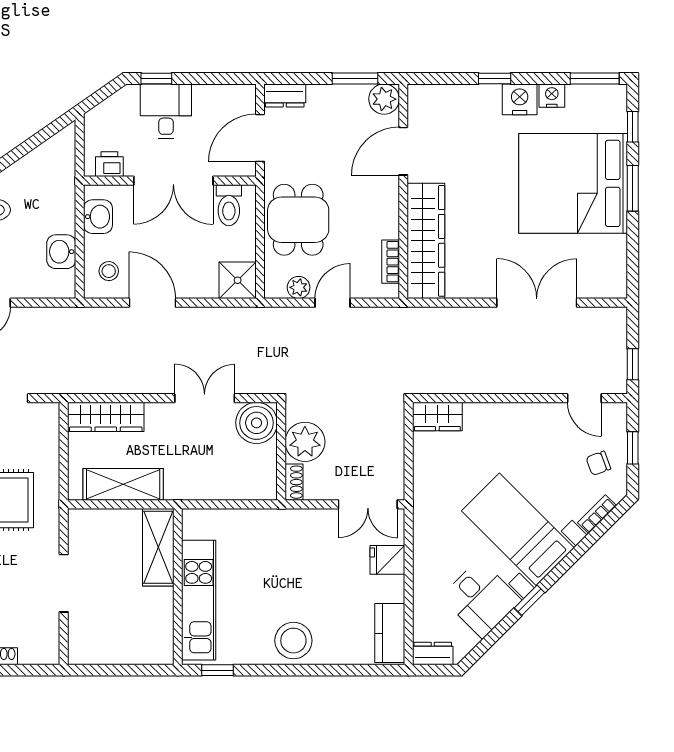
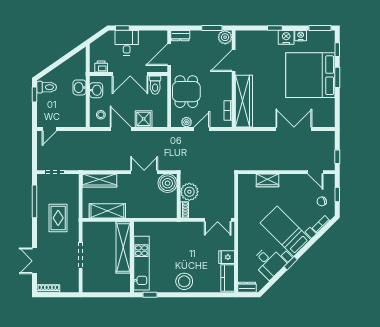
washbasin: (61, 252) -> (79, 87), moved
shower: (238, 280) -> (144, 119), moved
wardrobe: (437, 417) -> (268, 180), moved
shelving: (158, 547) -> (123, 247), width x1.47
fridge: (387, 560) -> (227, 257), moved

